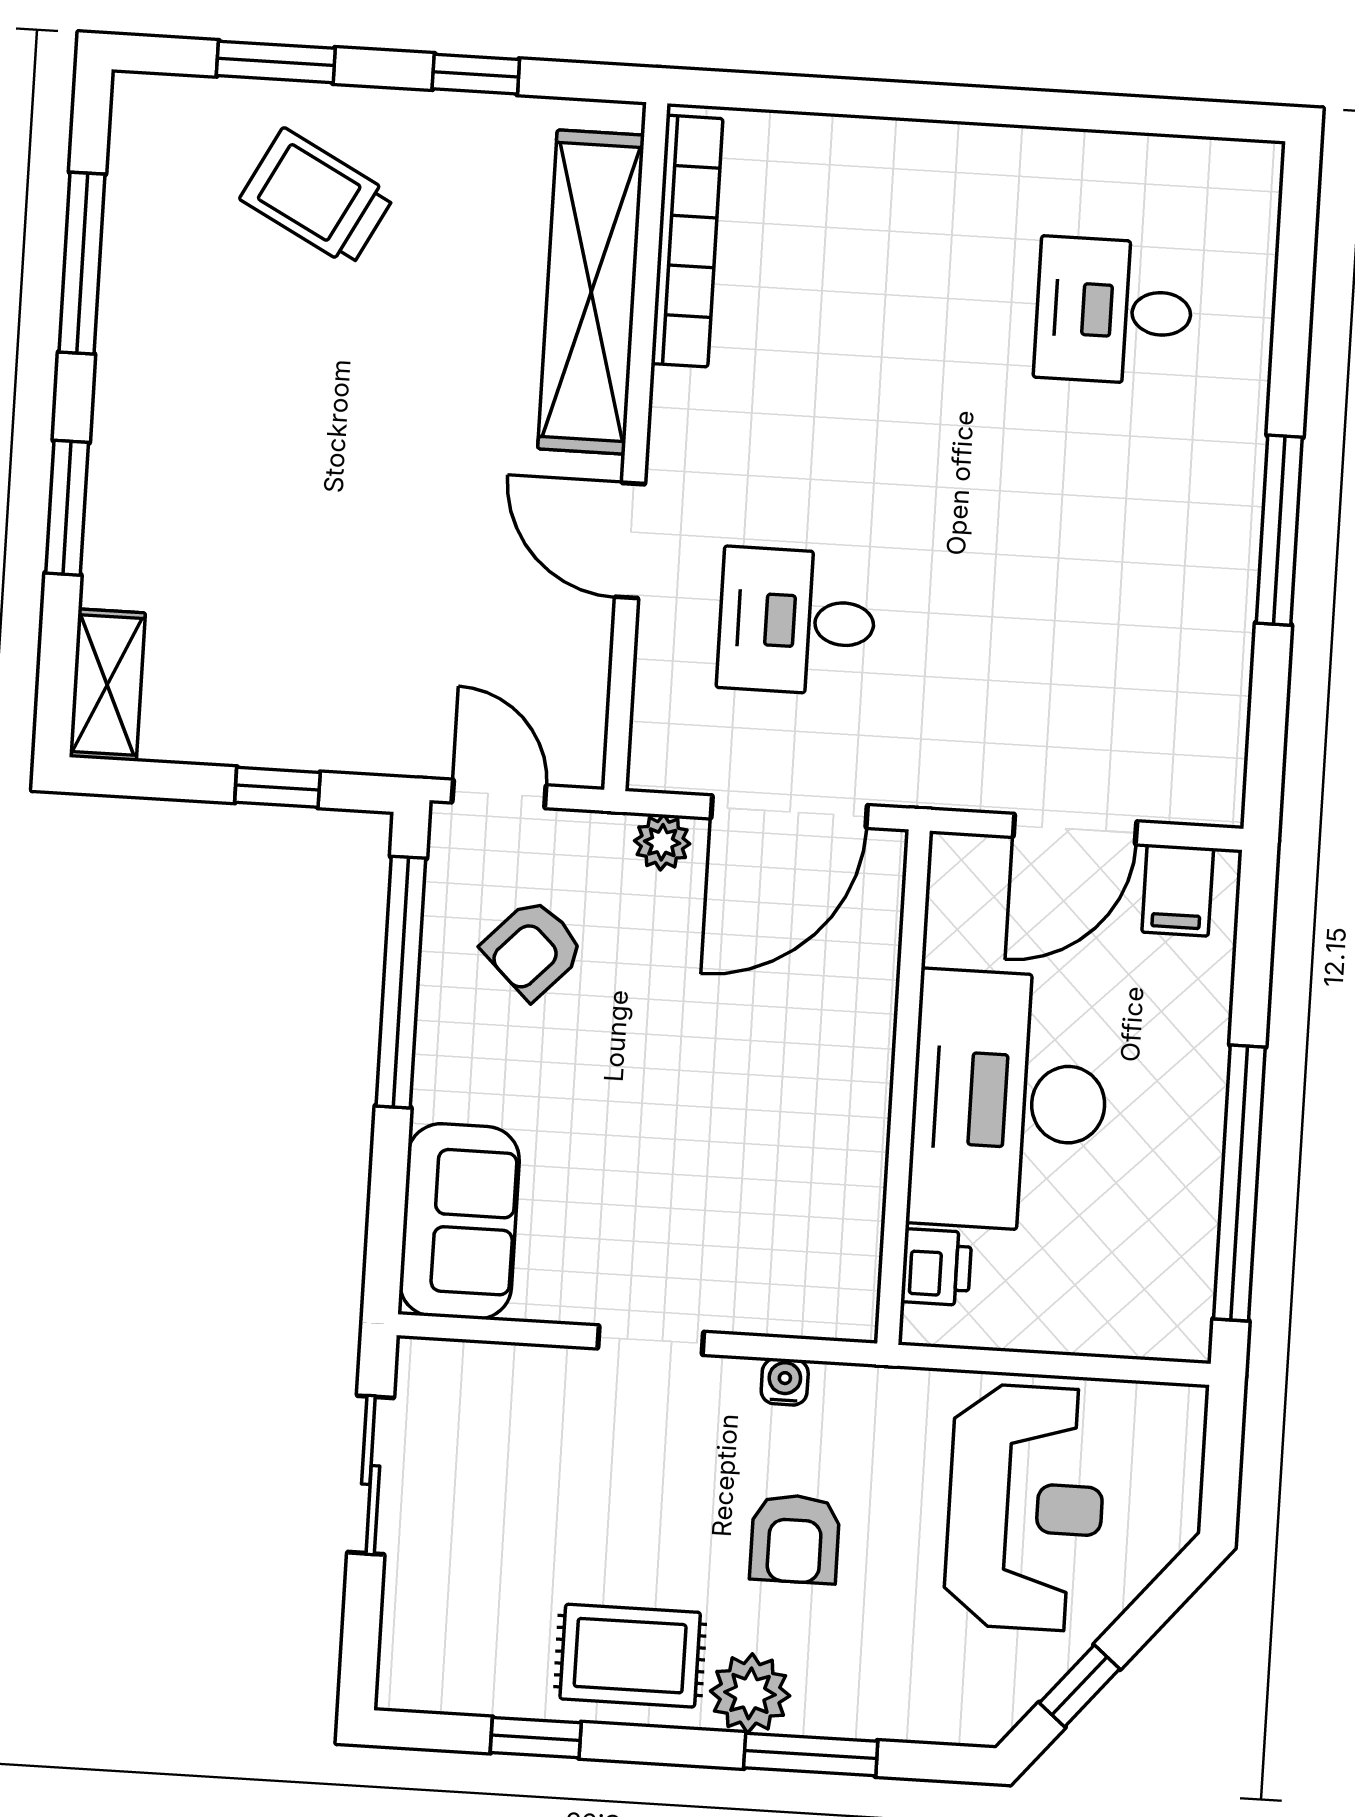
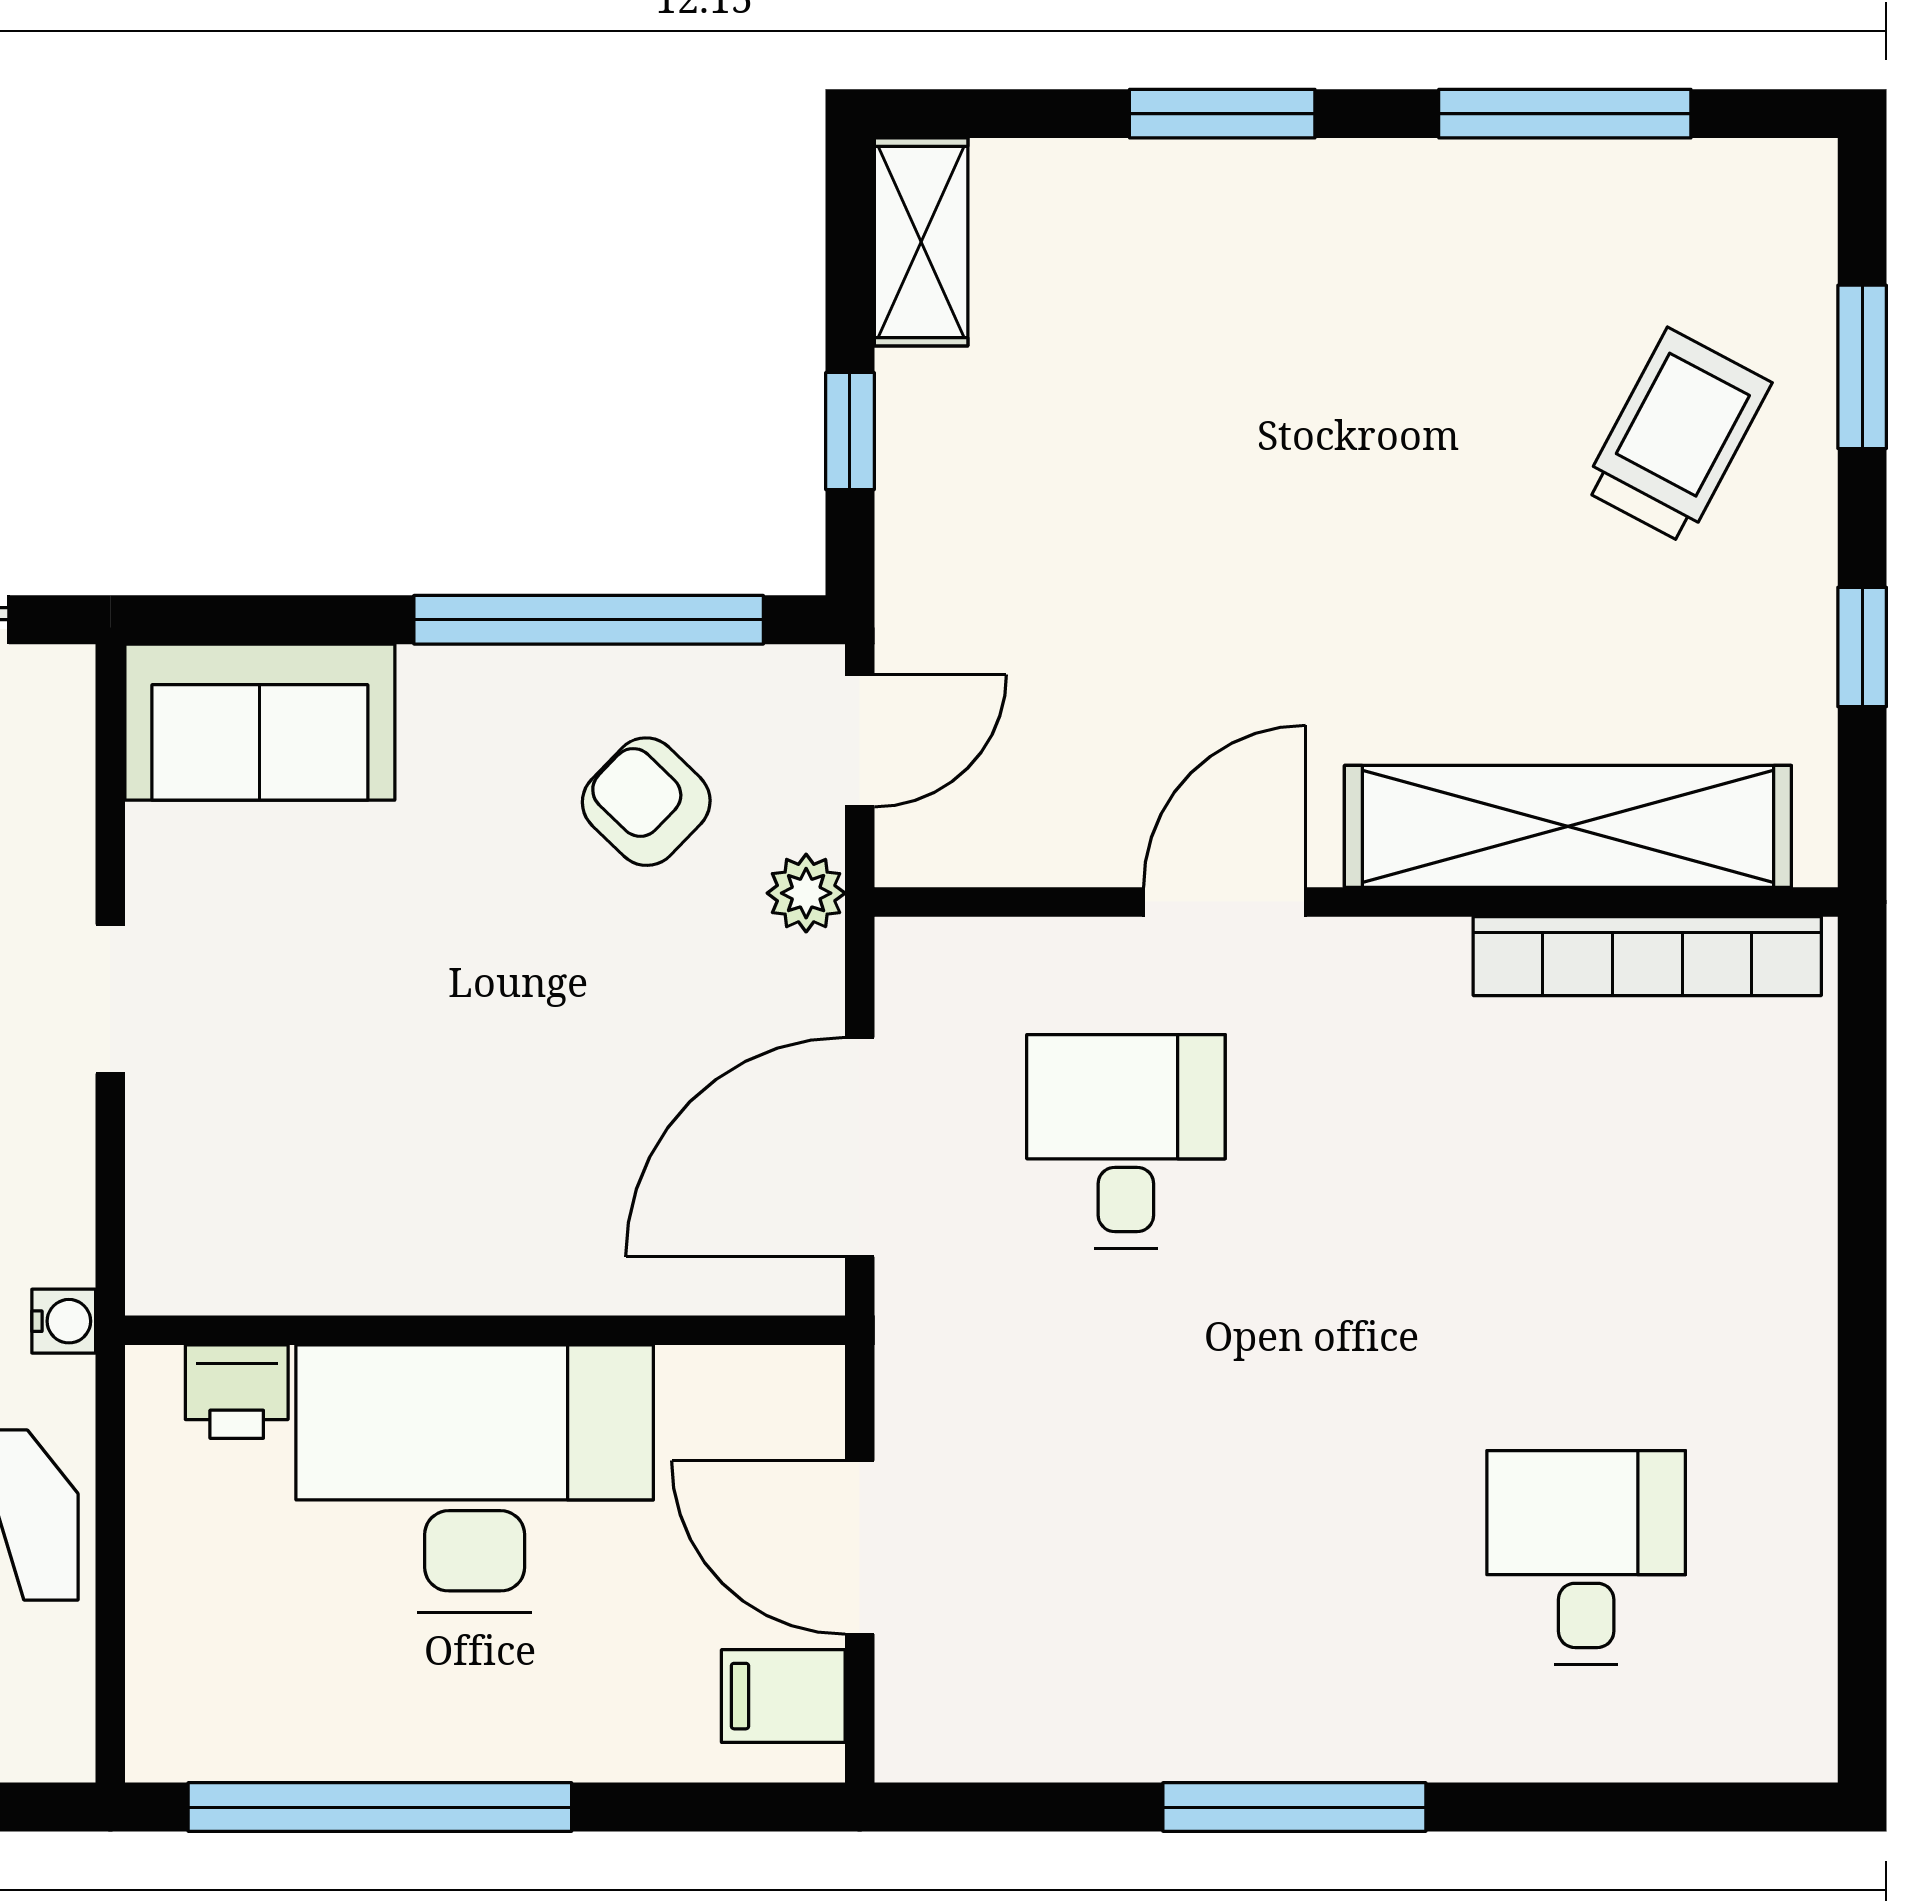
shelving: (107, 685) -> (921, 242), moved, turned 90
door: (789, 812) -> (860, 1147), hinge flipped
plant: (662, 842) -> (806, 893), moved
water cooler: (785, 1382) -> (64, 1321), moved

